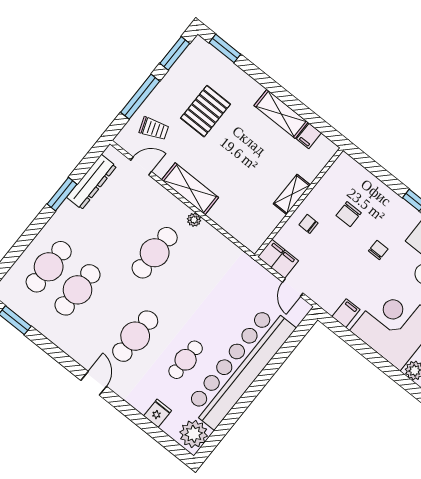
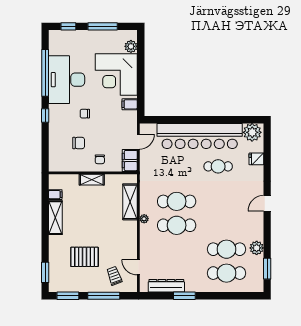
shelving: (190, 189) -> (130, 202), moved
plant: (50, 327) -> (257, 248), added
cafe table: (135, 336) -> (177, 201), moved

